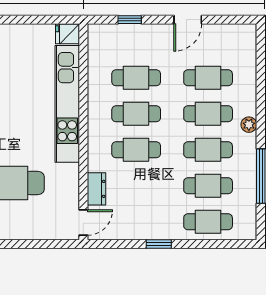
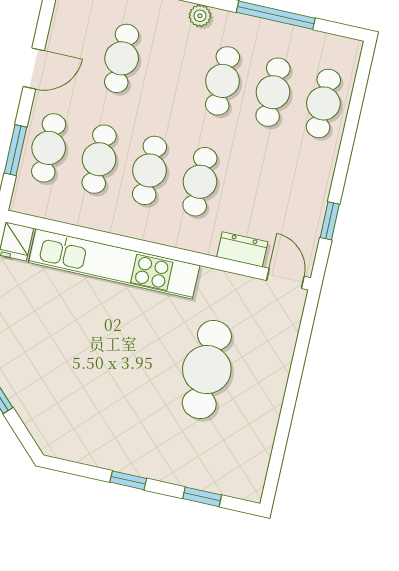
window: (130, 20) -> (16, 150), width x1.50
door: (188, 20) -> (34, 69), hinge flipped
cafe table: (208, 114) -> (49, 148), moved
window: (159, 244) -> (330, 221), moved

